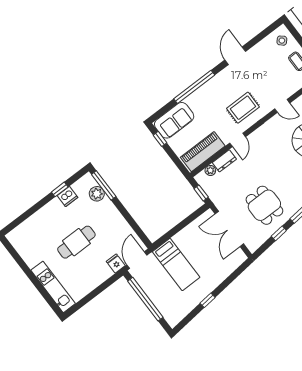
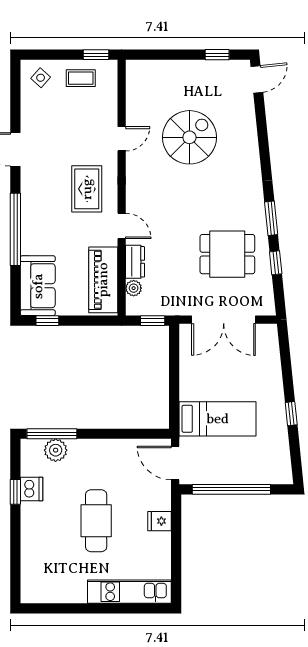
fridge: (116, 264) -> (160, 521), moved

